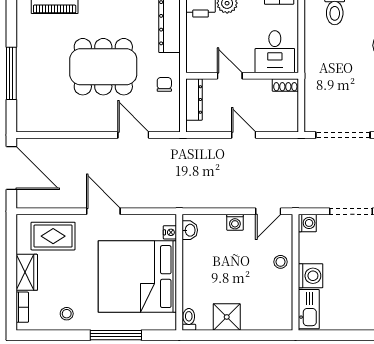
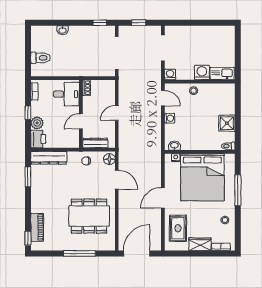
dining table: (103, 67) -> (89, 216), moved, turned 90
floor lamp: (167, 123) -> (109, 159), added
door: (133, 135) -> (117, 180), swing flipped

